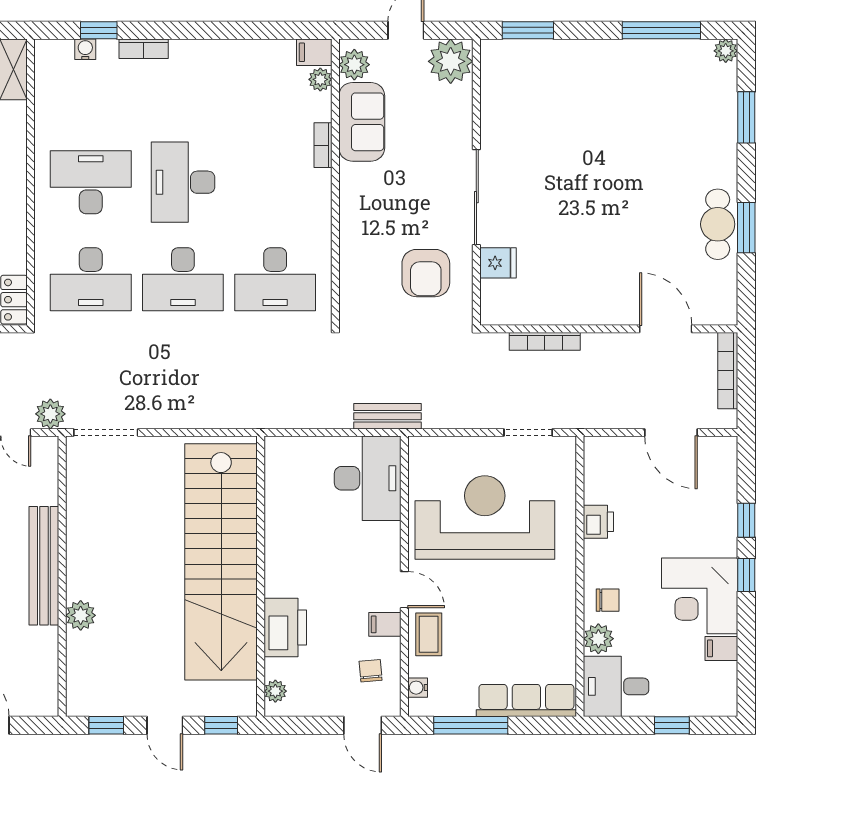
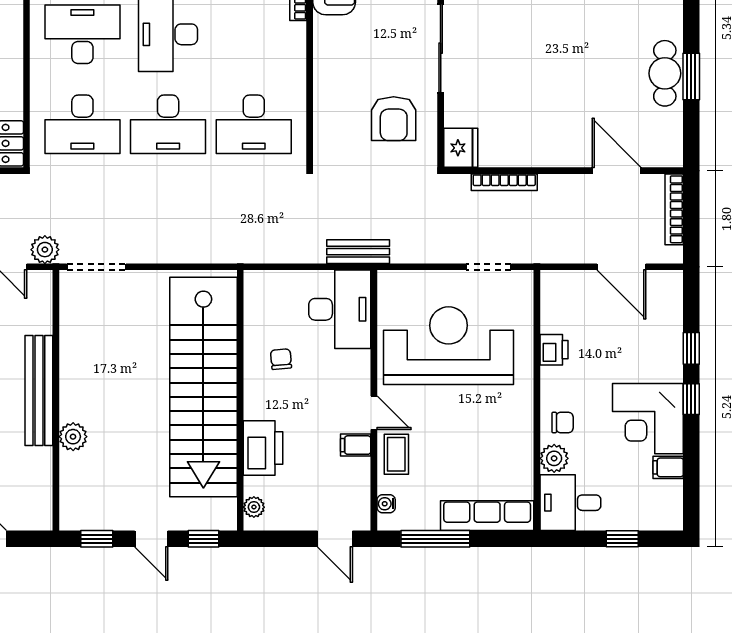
fridge: (498, 263) -> (461, 148), moved, width x1.38
chair: (371, 671) -> (281, 359), moved

